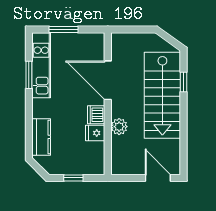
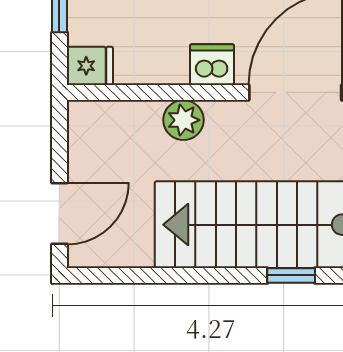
fridge: (95, 133) -> (90, 66), moved, turned 90

